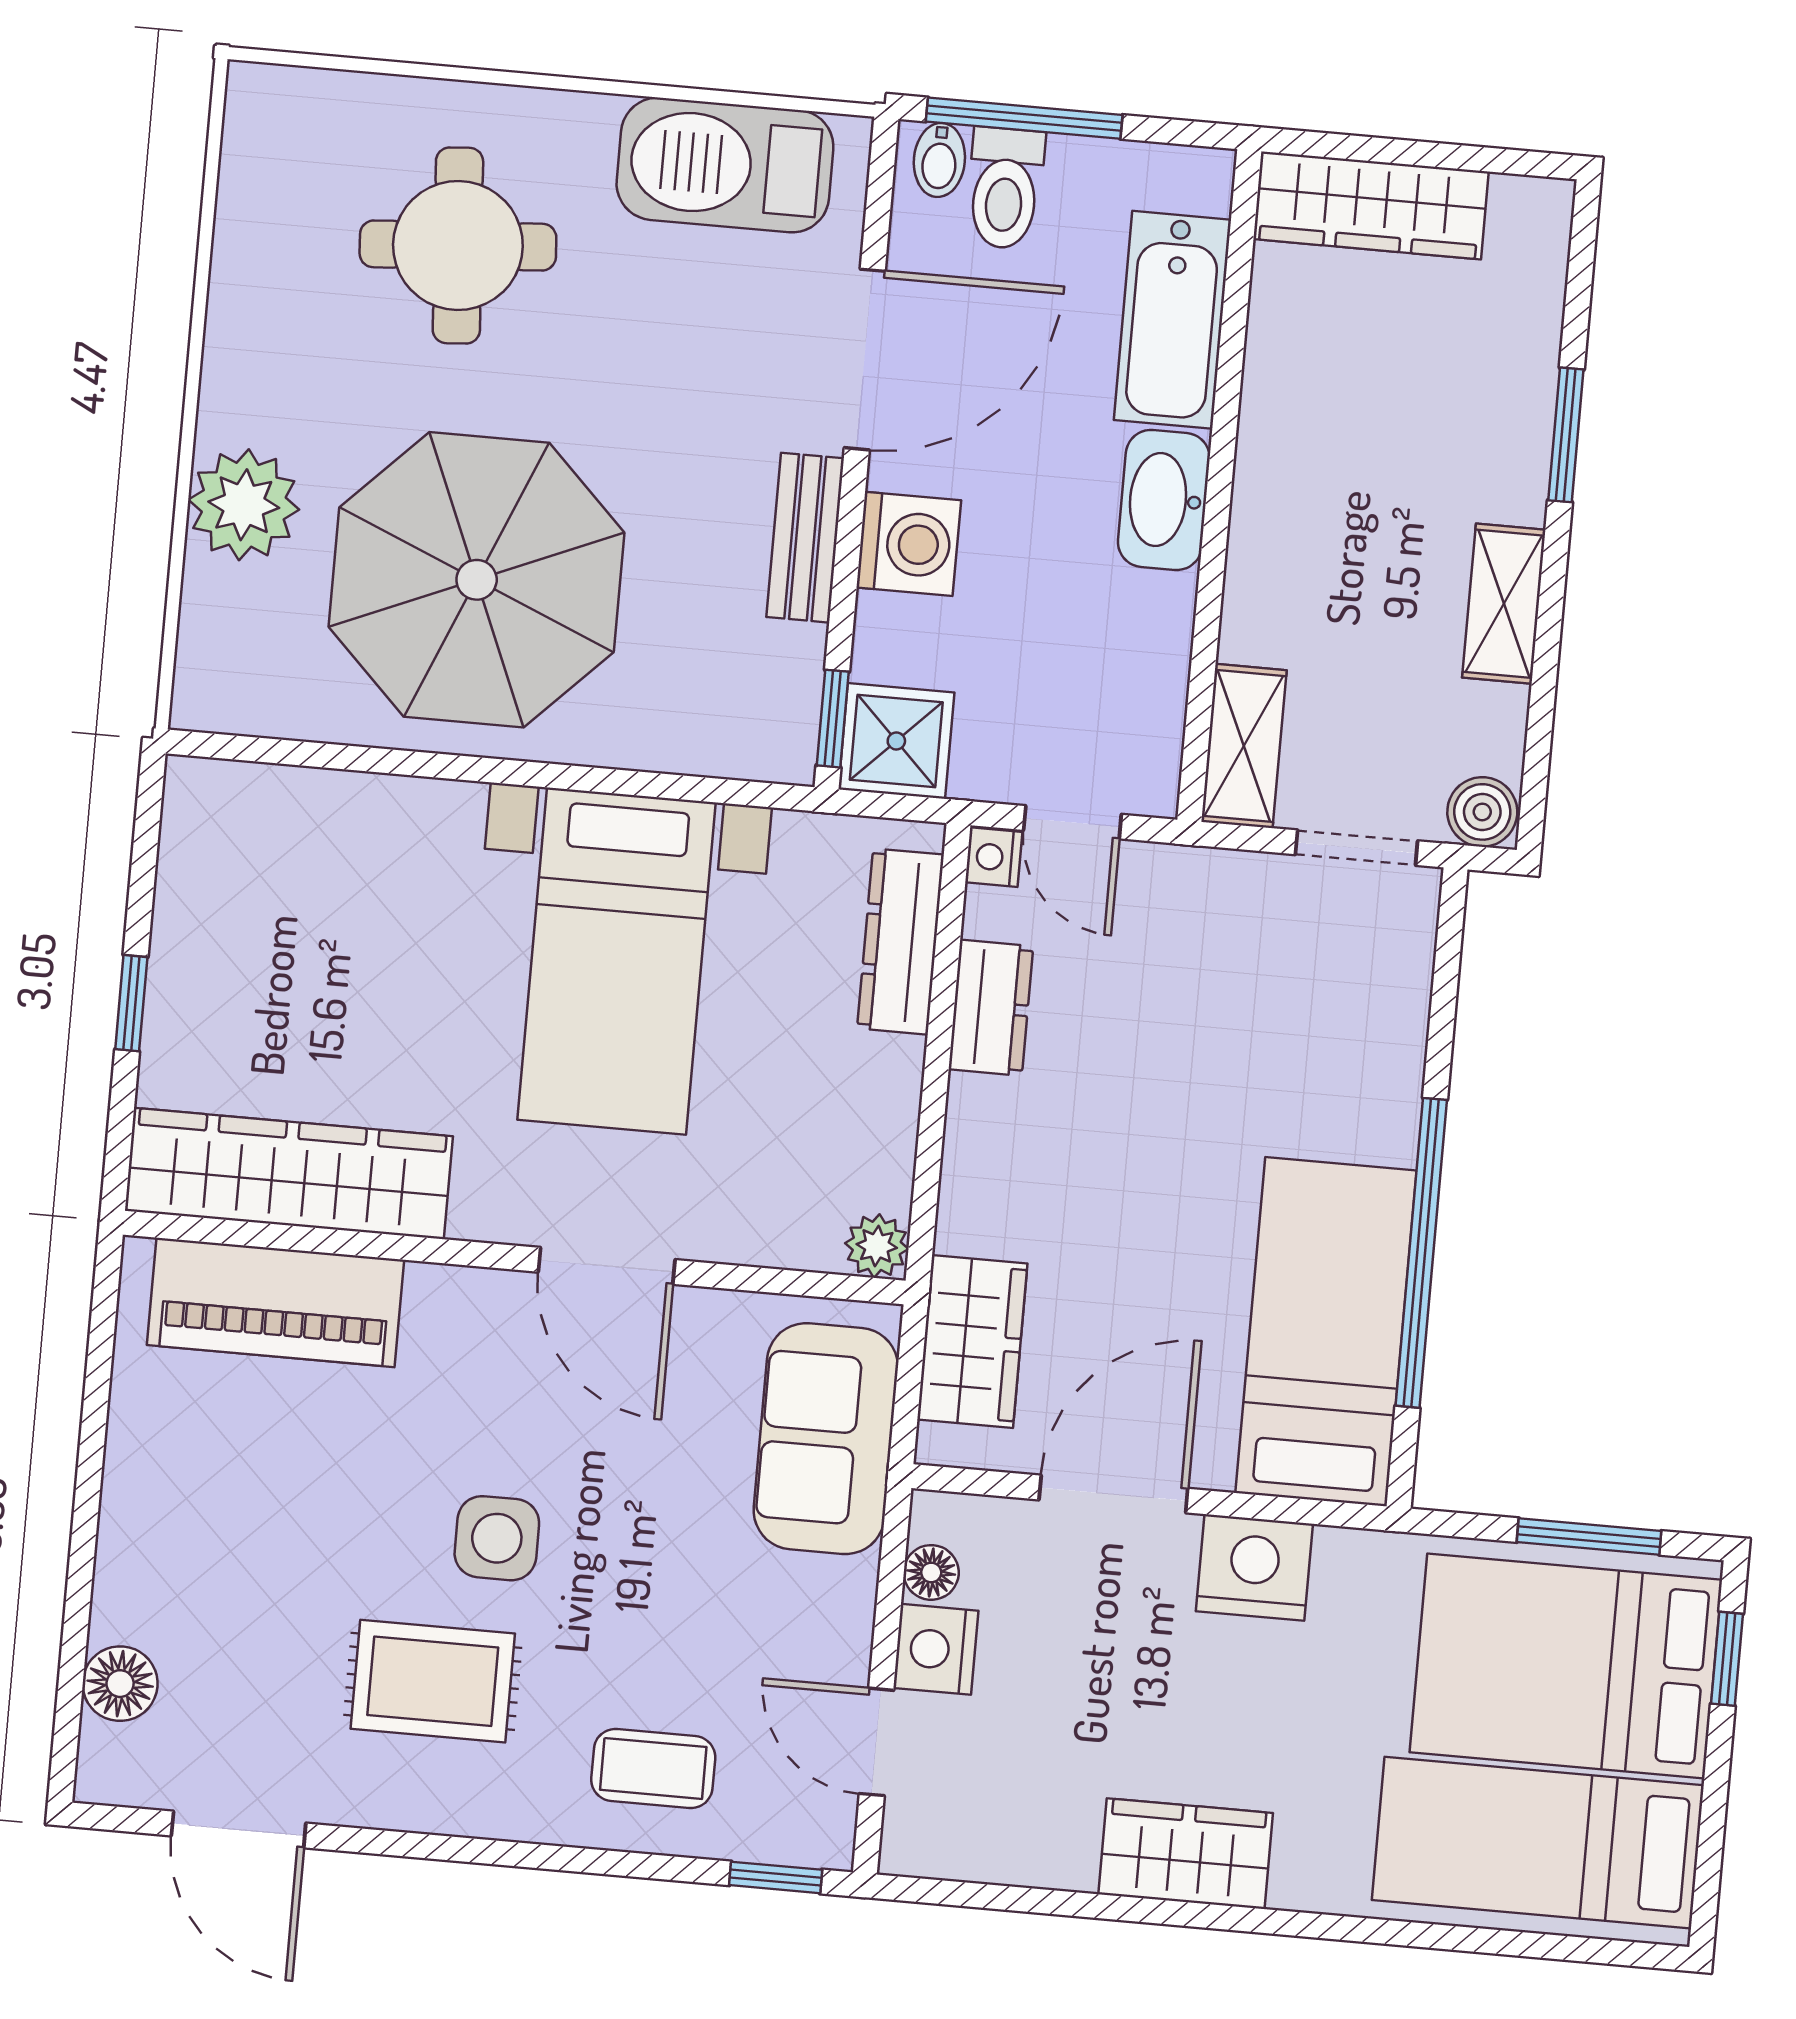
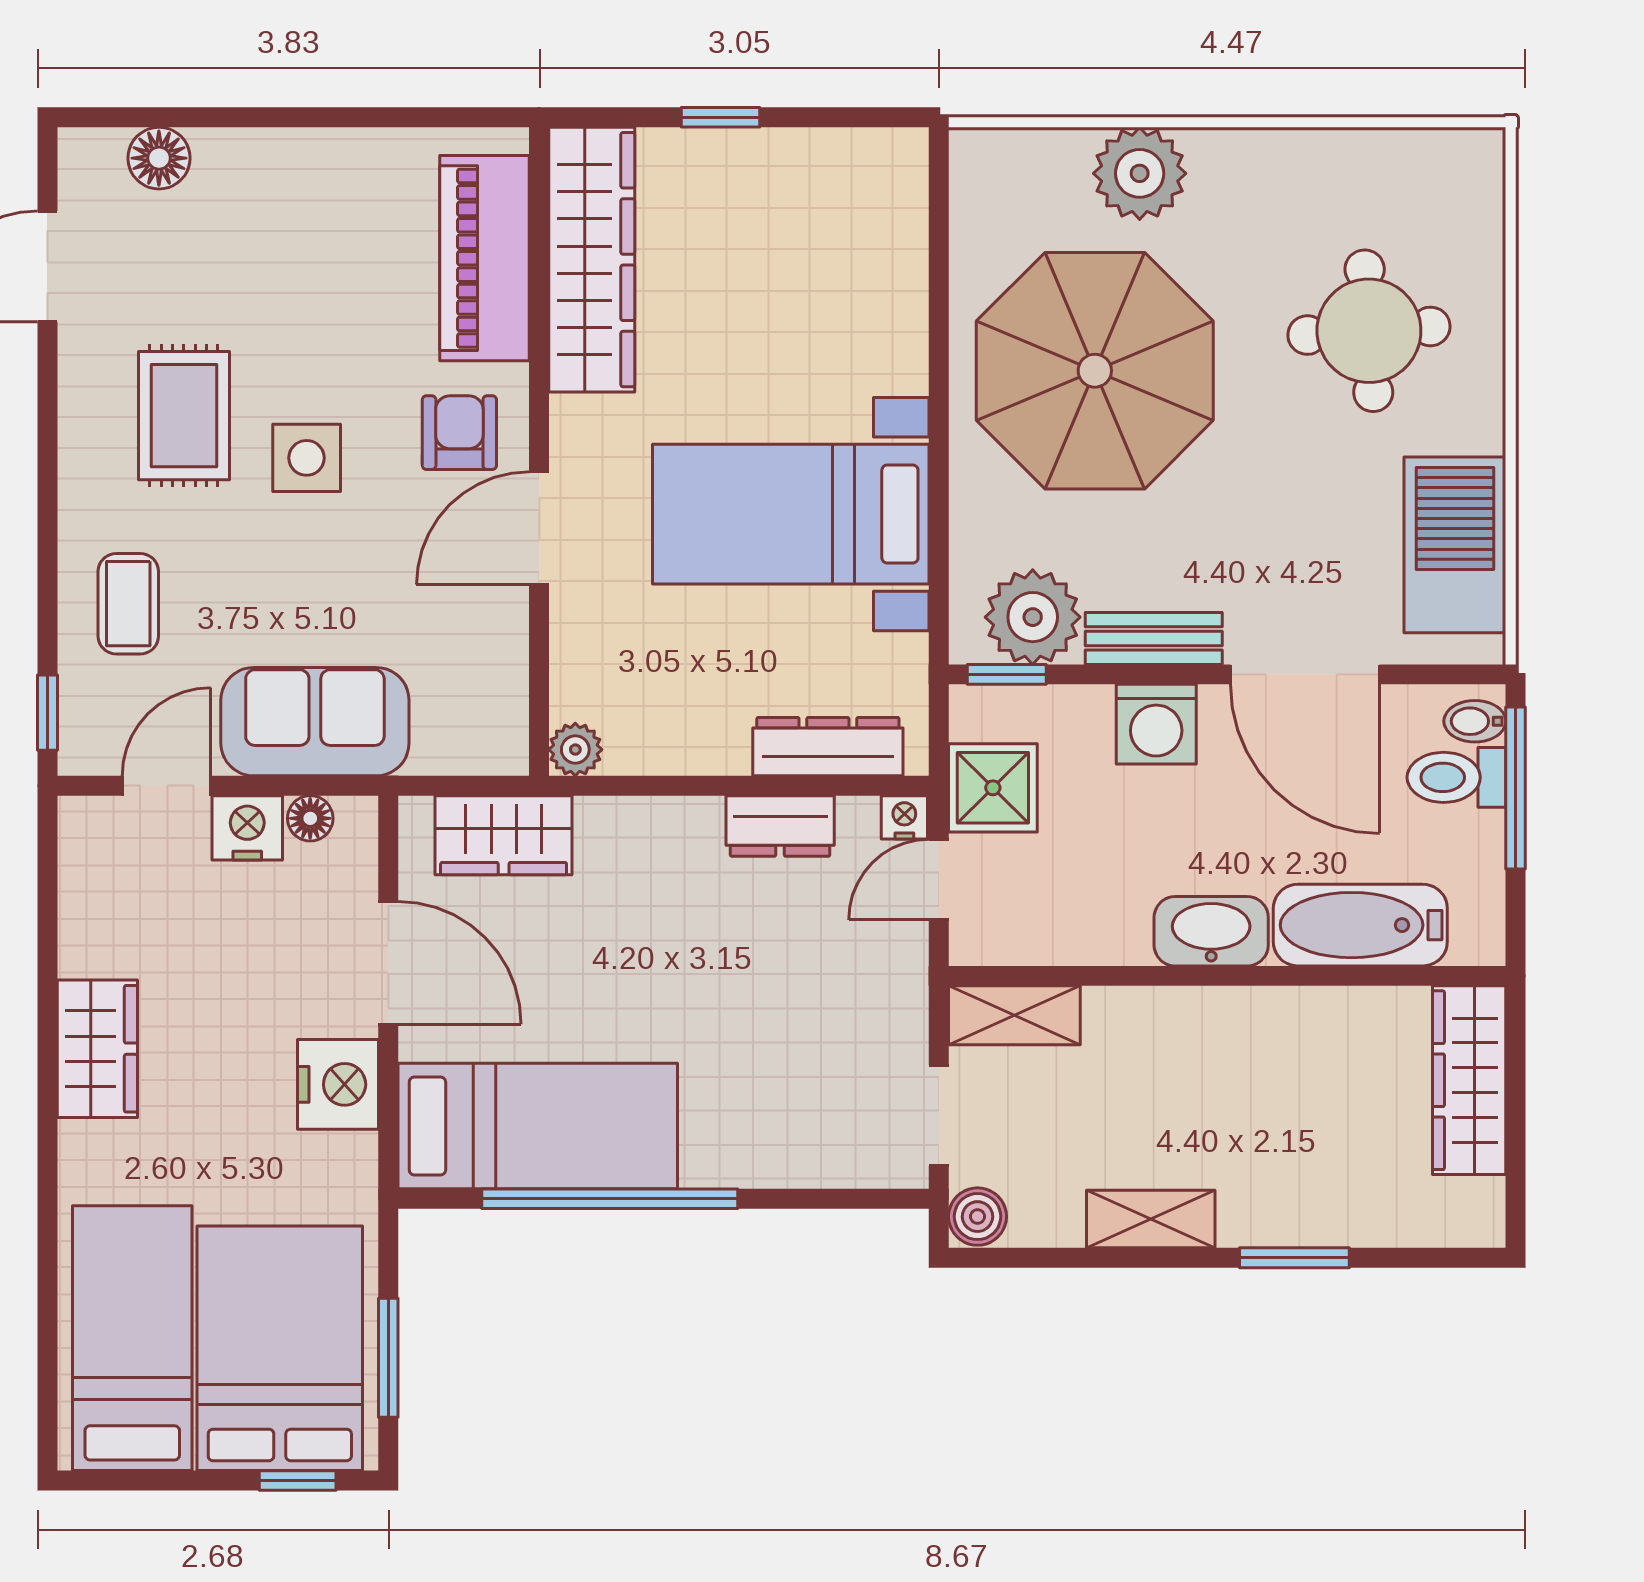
plant: (767, 681) -> (1033, 617), added
shower: (896, 741) -> (993, 788), moved
armchair: (483, 1351) -> (459, 433), added
sofa: (826, 1439) -> (315, 722), moved

